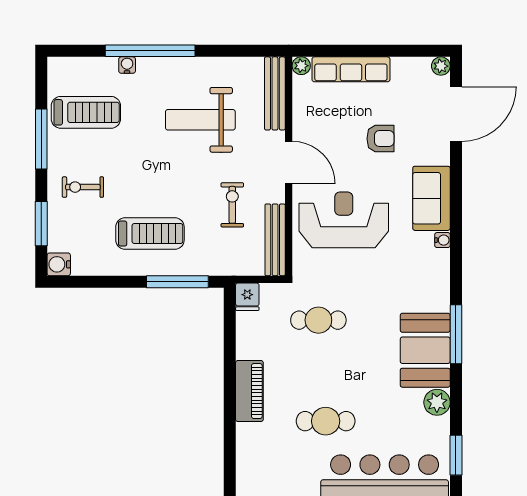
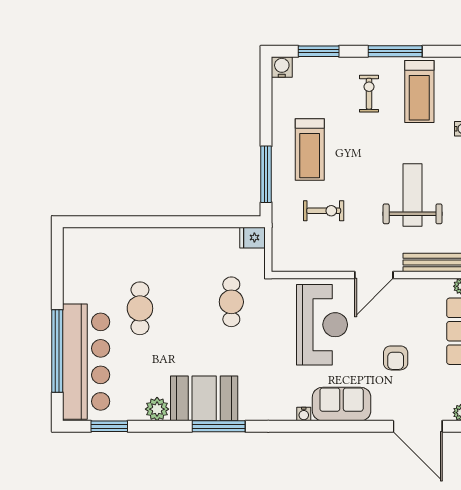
exercise bike: (83, 187) -> (369, 94), moved
exercise bike: (232, 205) -> (324, 211), moved
bench: (275, 240) -> (304, 263), removed
piano: (249, 391) -> (167, 239), removed

